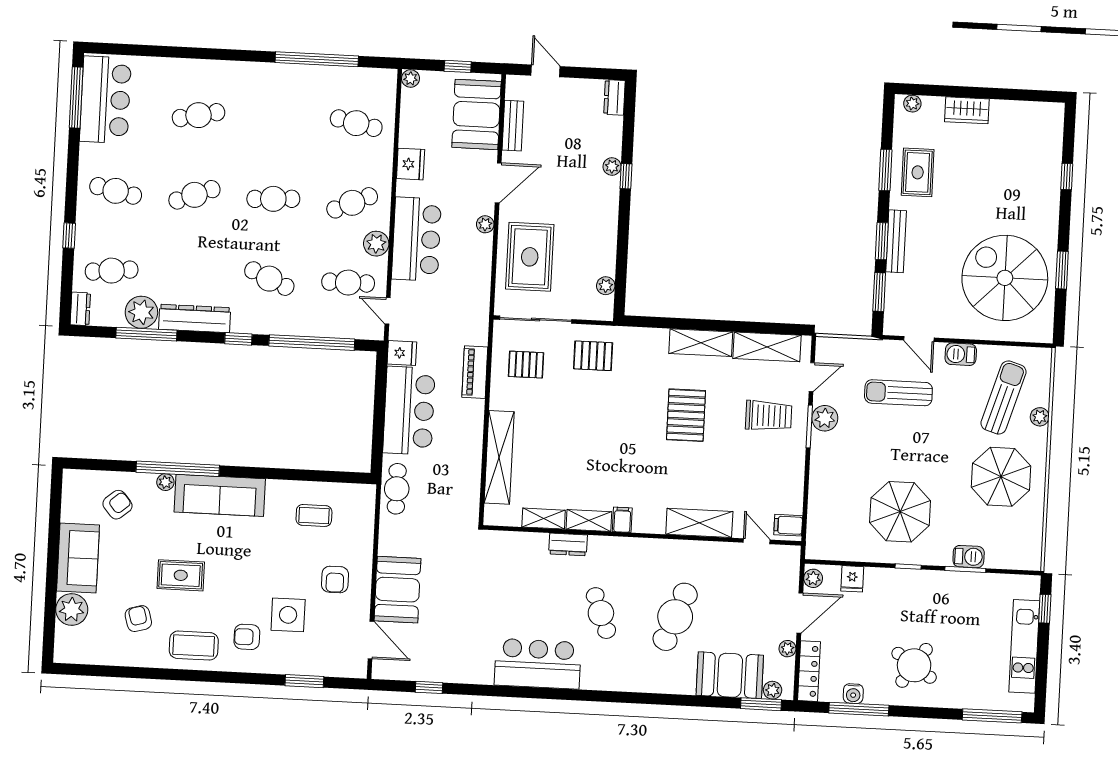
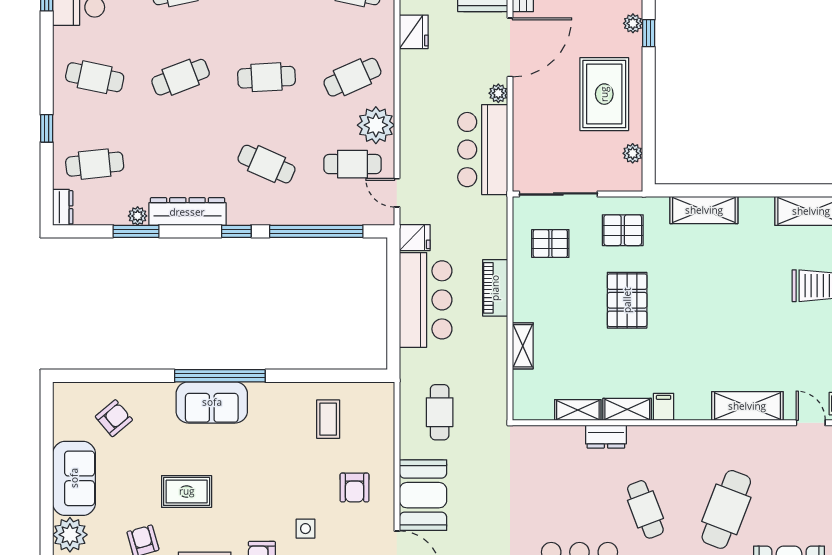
door: (498, 183) -> (510, 47), width x1.36
bar counter: (416, 239) -> (483, 150), moved, turned 180
plant: (376, 244) -> (376, 125), width x1.36, depth x1.36
rug: (530, 257) -> (604, 94), moved
plant: (141, 312) -> (138, 216), width x0.53, depth x0.53
window: (146, 334) -> (136, 231), width x0.69
shelving: (701, 343) -> (704, 210), moved
piano: (475, 372) -> (495, 288), moved
pallet: (686, 415) -> (627, 300), moved
shelving: (499, 457) -> (523, 346), width x0.45, depth x0.75
window: (178, 469) -> (220, 376), moved
plant: (165, 482) -> (165, 391), removed
cafe table: (397, 489) -> (440, 412), moved
sofa: (220, 495) -> (212, 402), width x0.73
coffee table: (314, 515) -> (328, 419), turned 90
side table: (288, 615) -> (305, 529), width x0.54, depth x0.54

